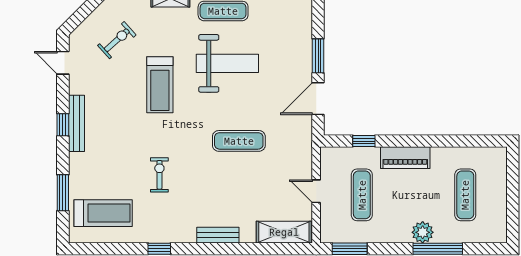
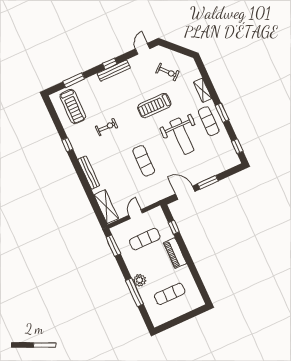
bench: (218, 235) -> (89, 173), width x1.36

